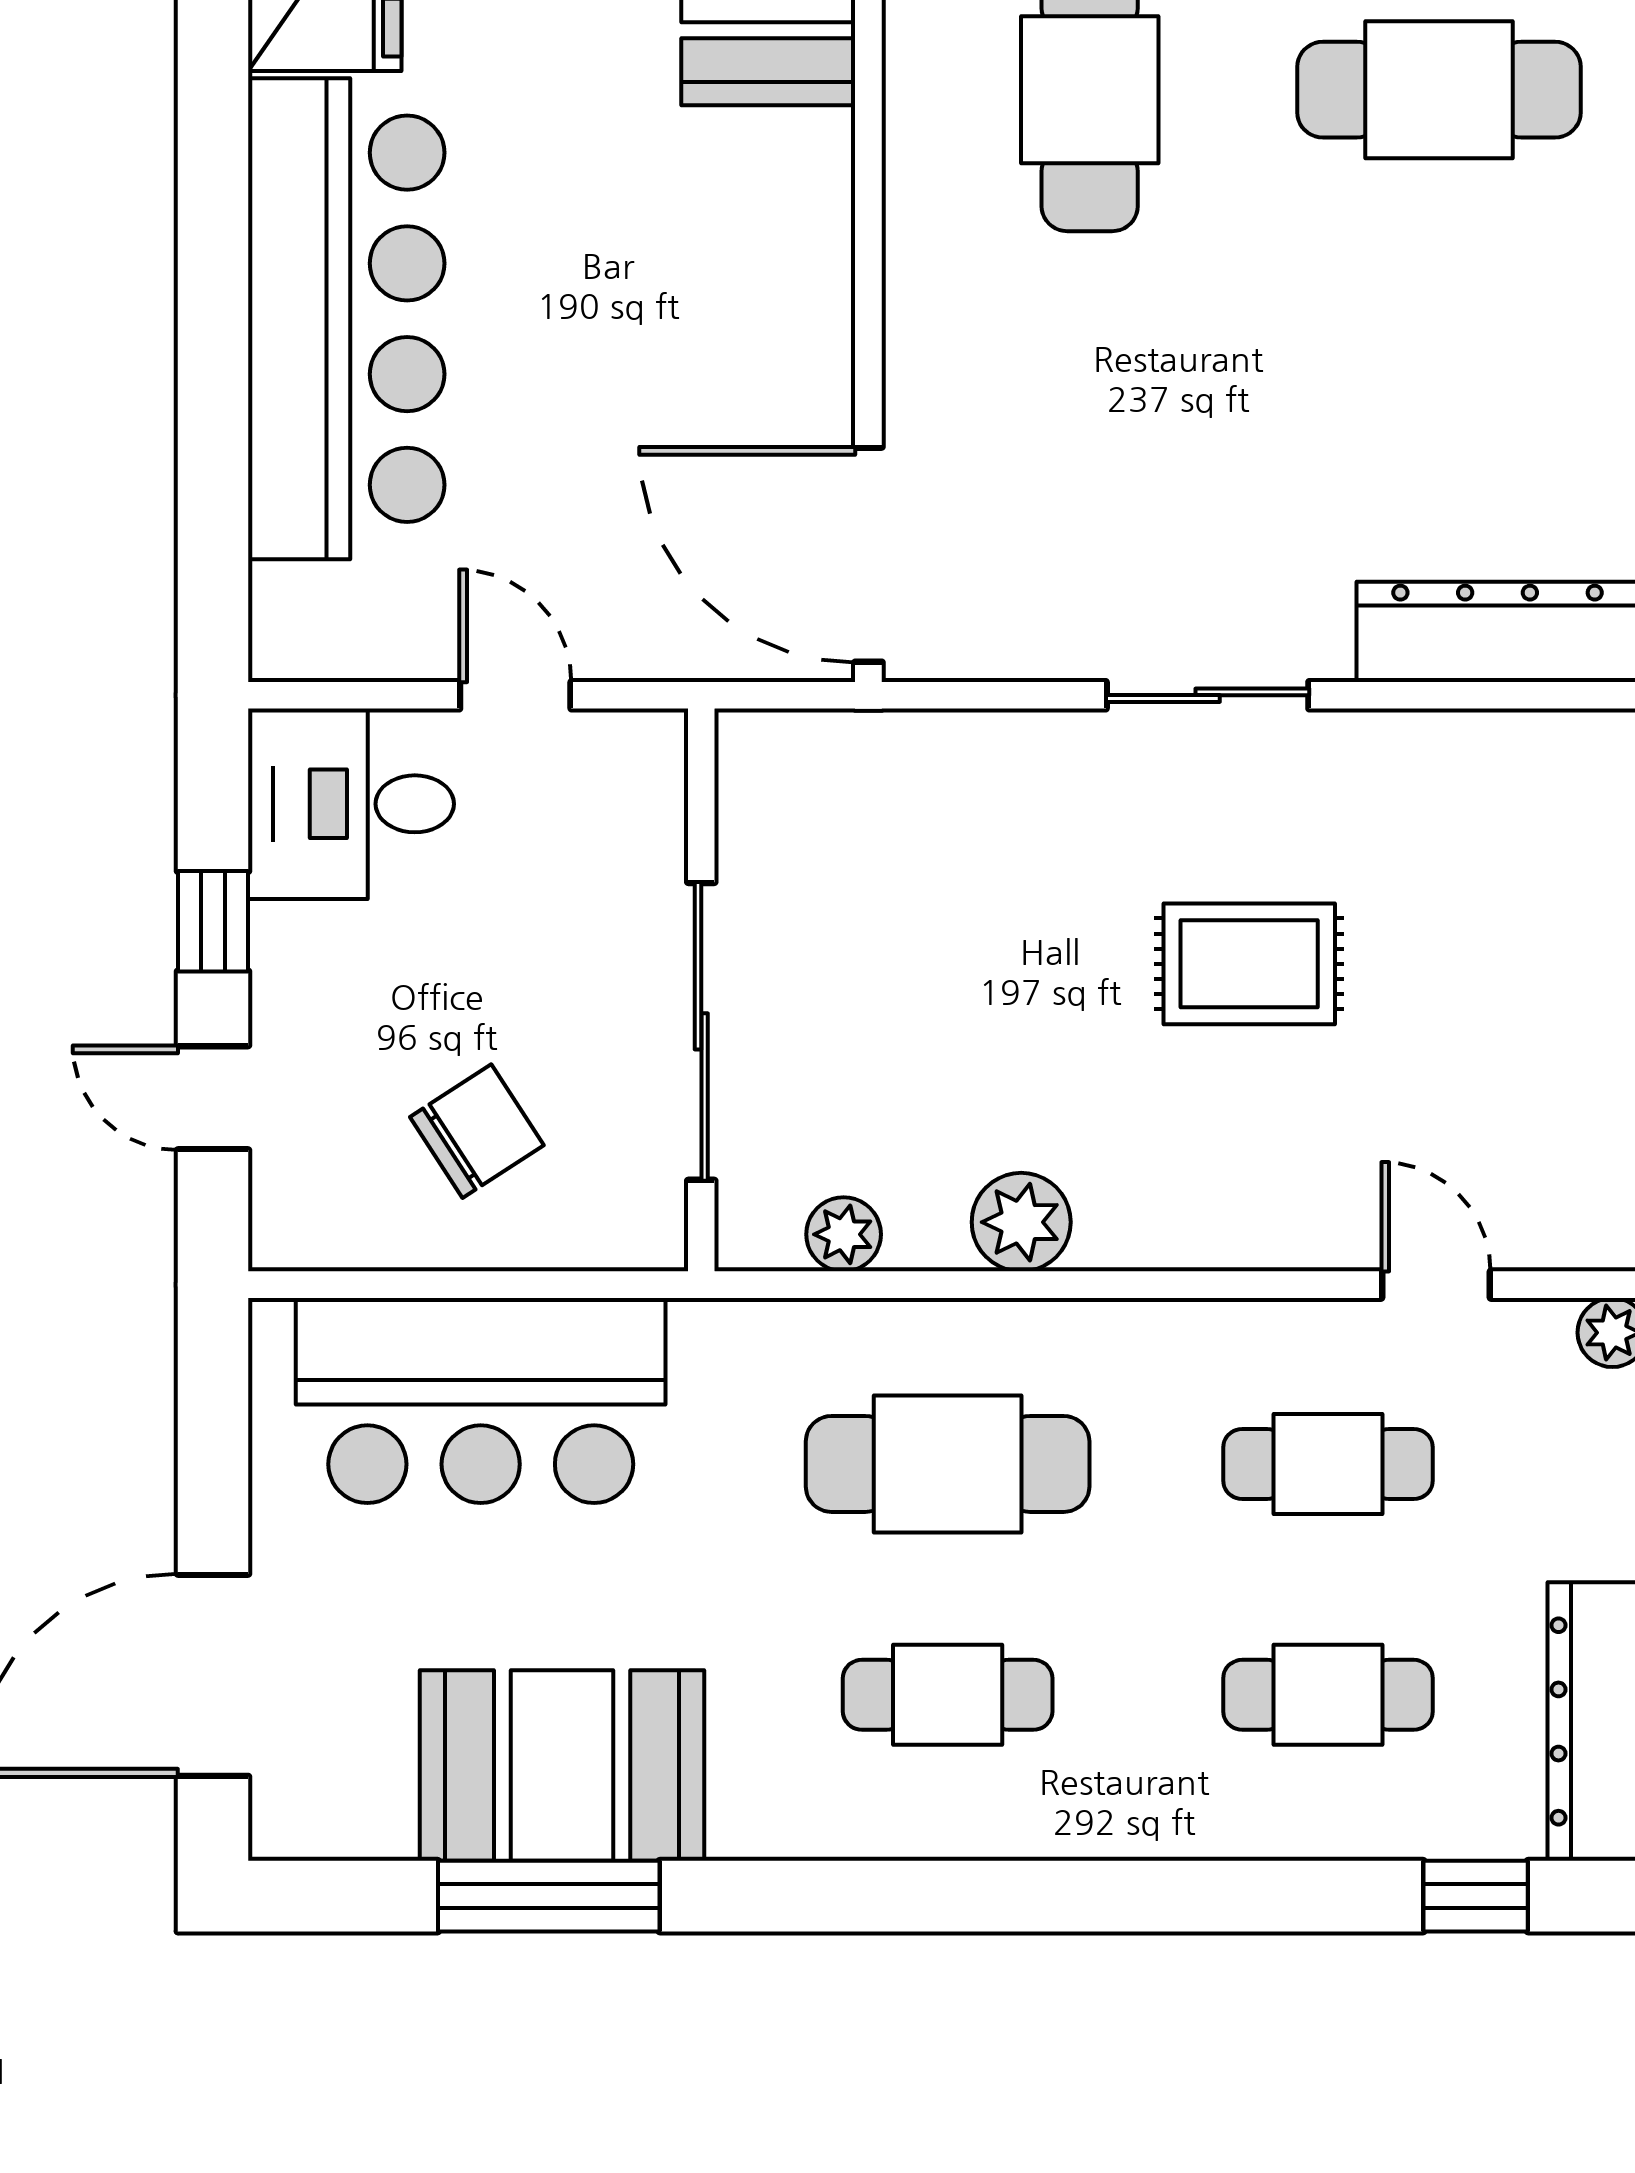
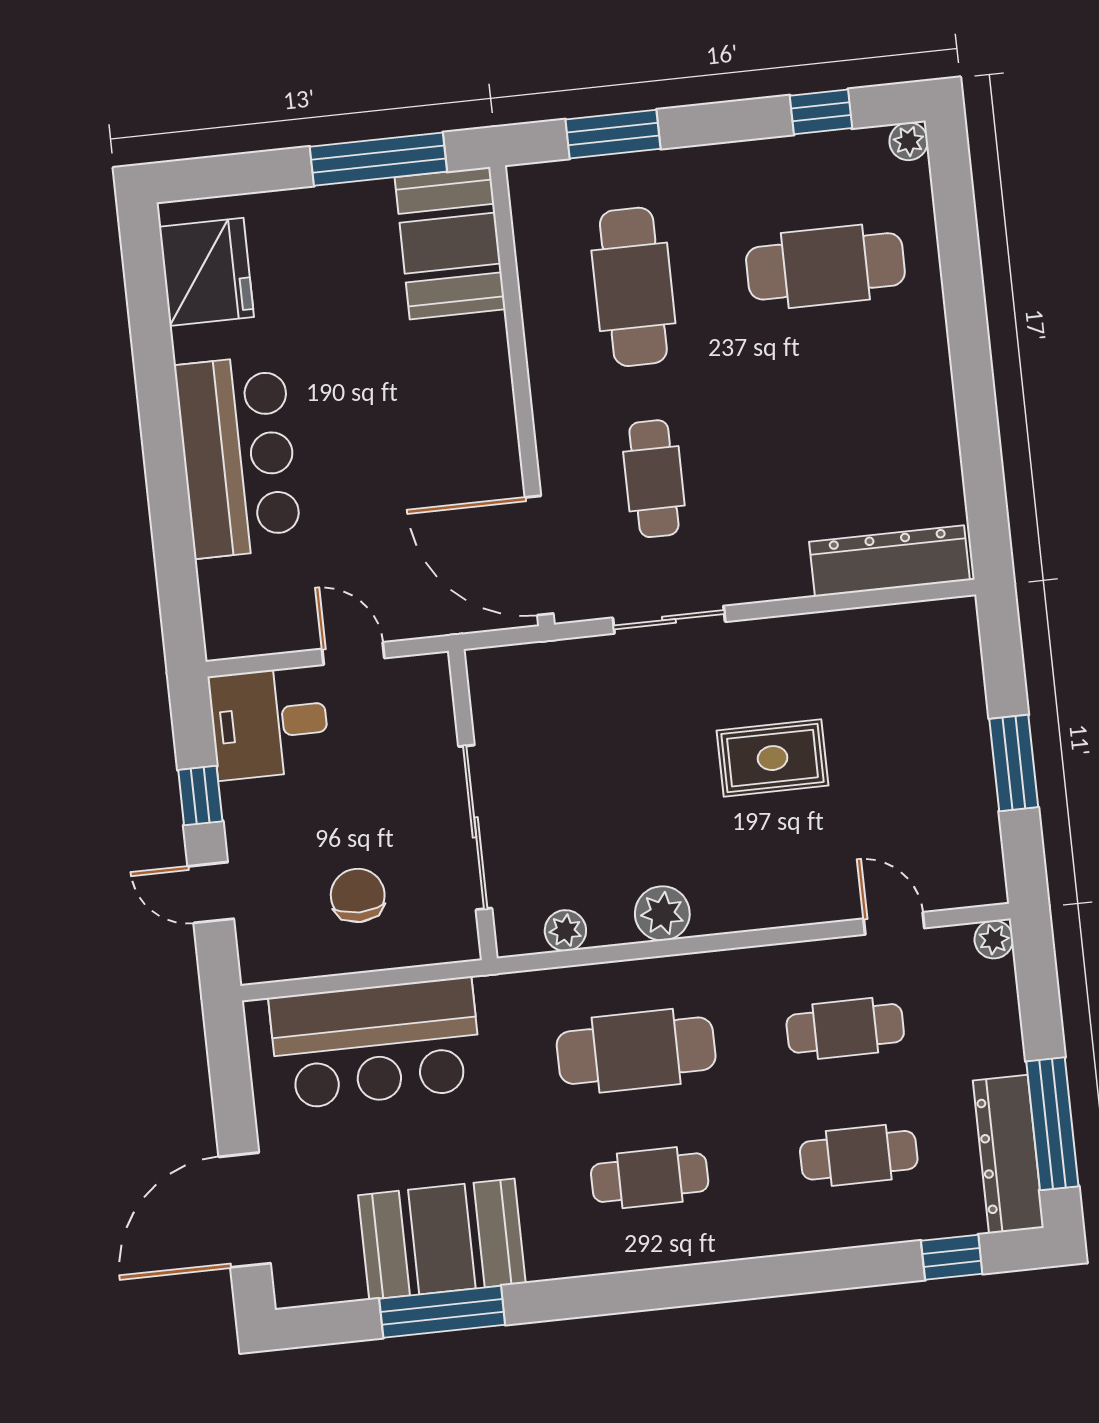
bar counter: (346, 319) -> (238, 456), width x0.73
cafe table: (1090, 439) -> (654, 479), added
sliding door: (1208, 695) -> (669, 620), moved
chair: (477, 1131) -> (358, 895), turned -57

